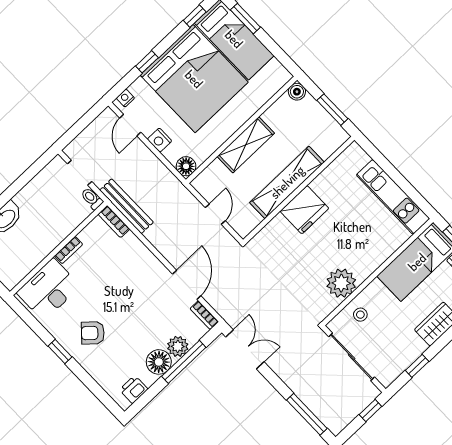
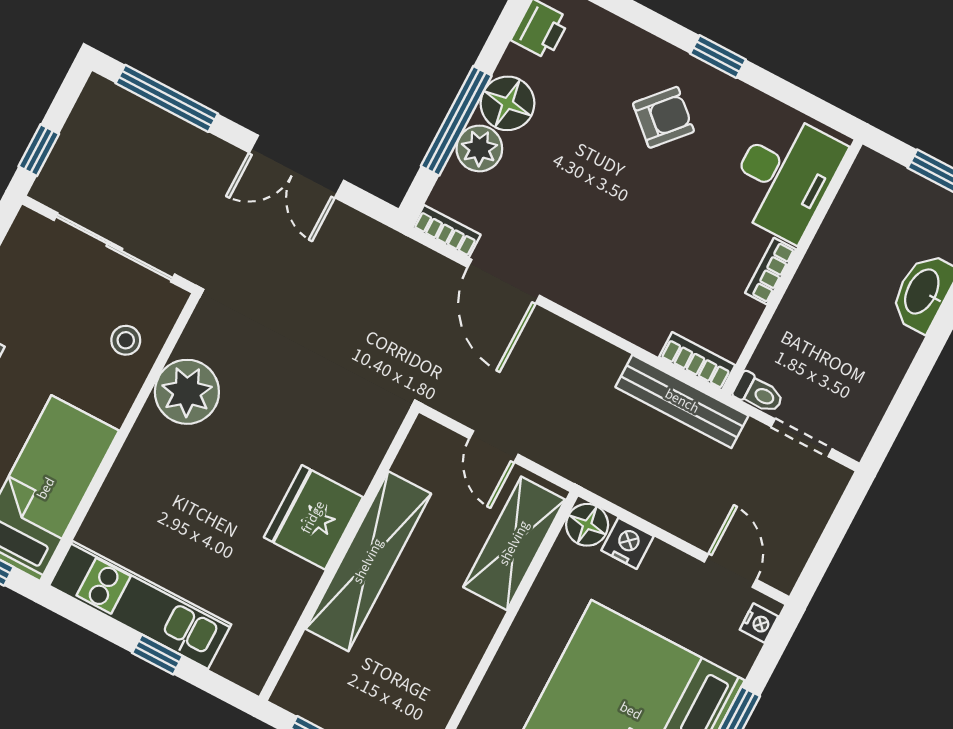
nightstand: (160, 140) -> (628, 543), moved
shelving: (246, 145) -> (514, 543), moved
window: (393, 173) -> (157, 654), added
double door: (245, 349) -> (296, 166), moved

